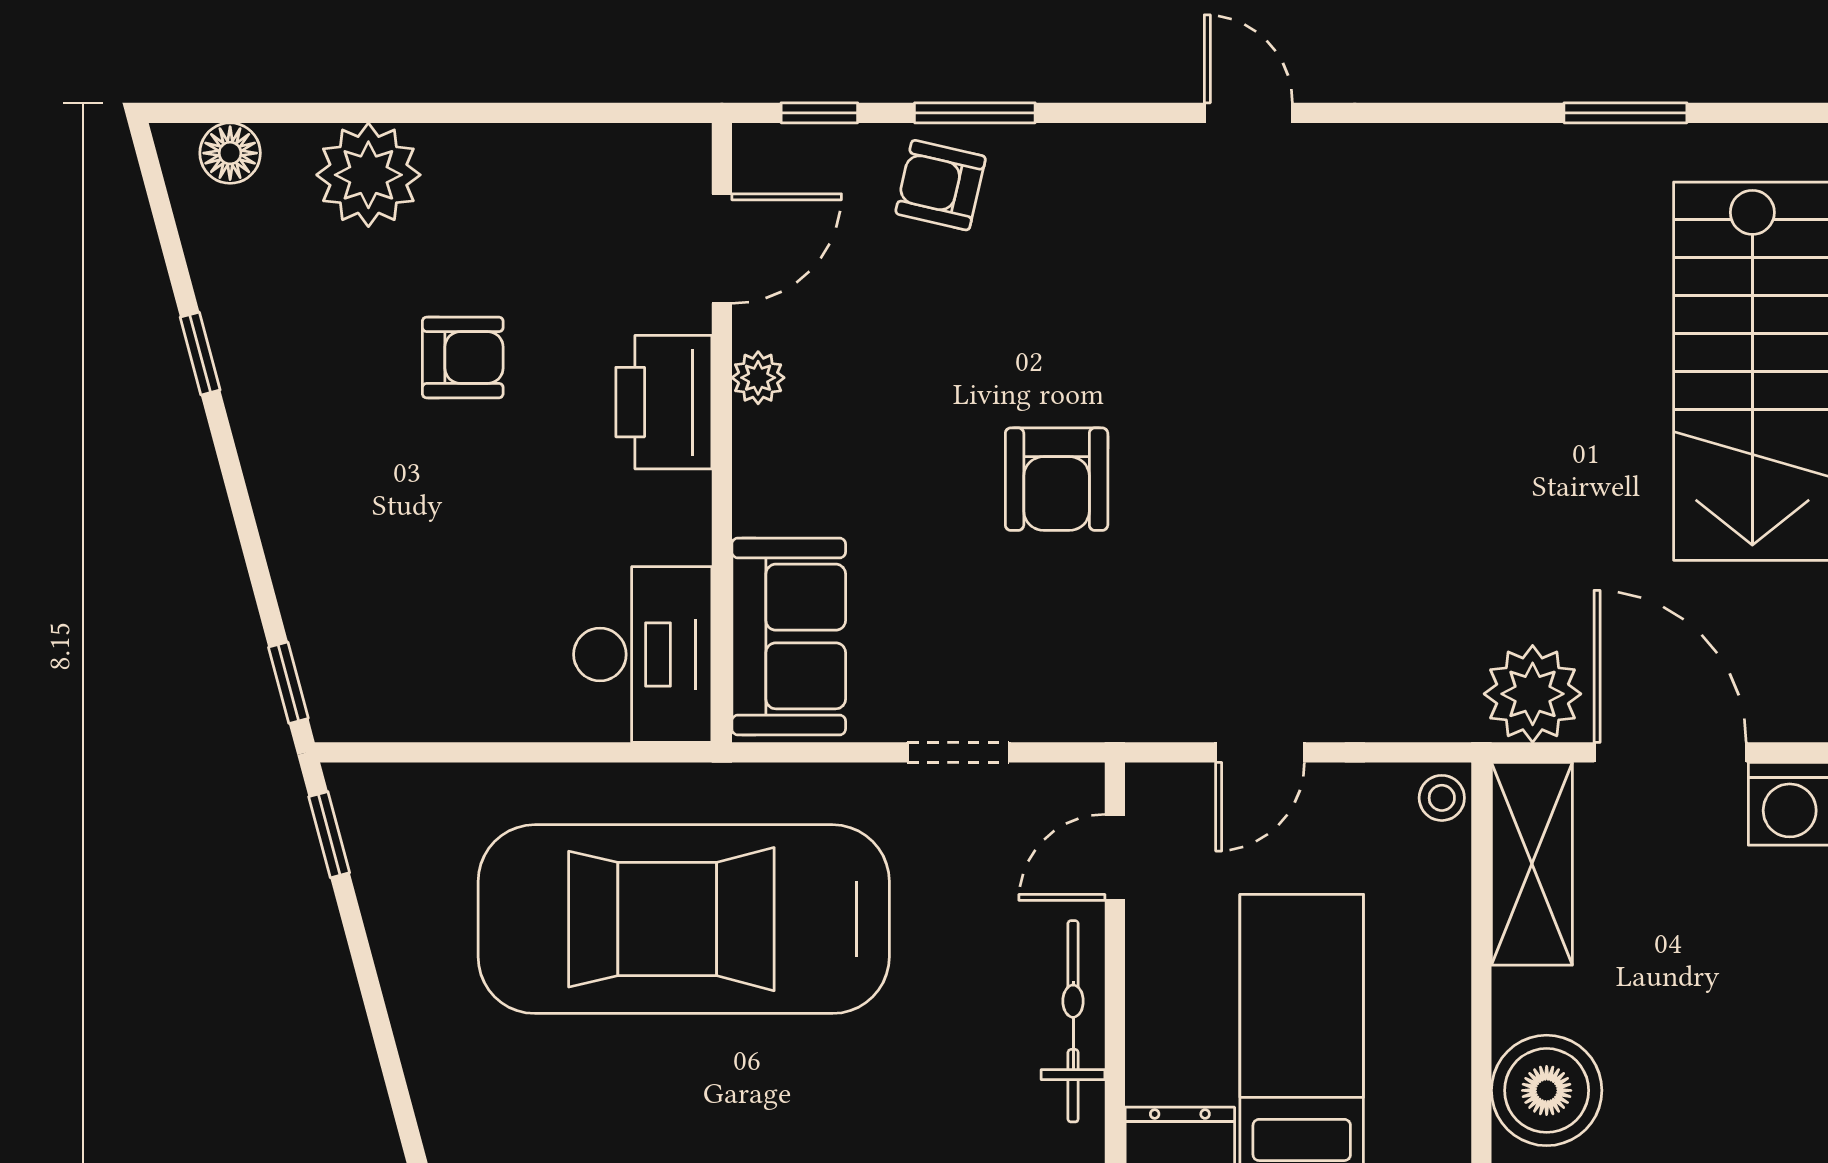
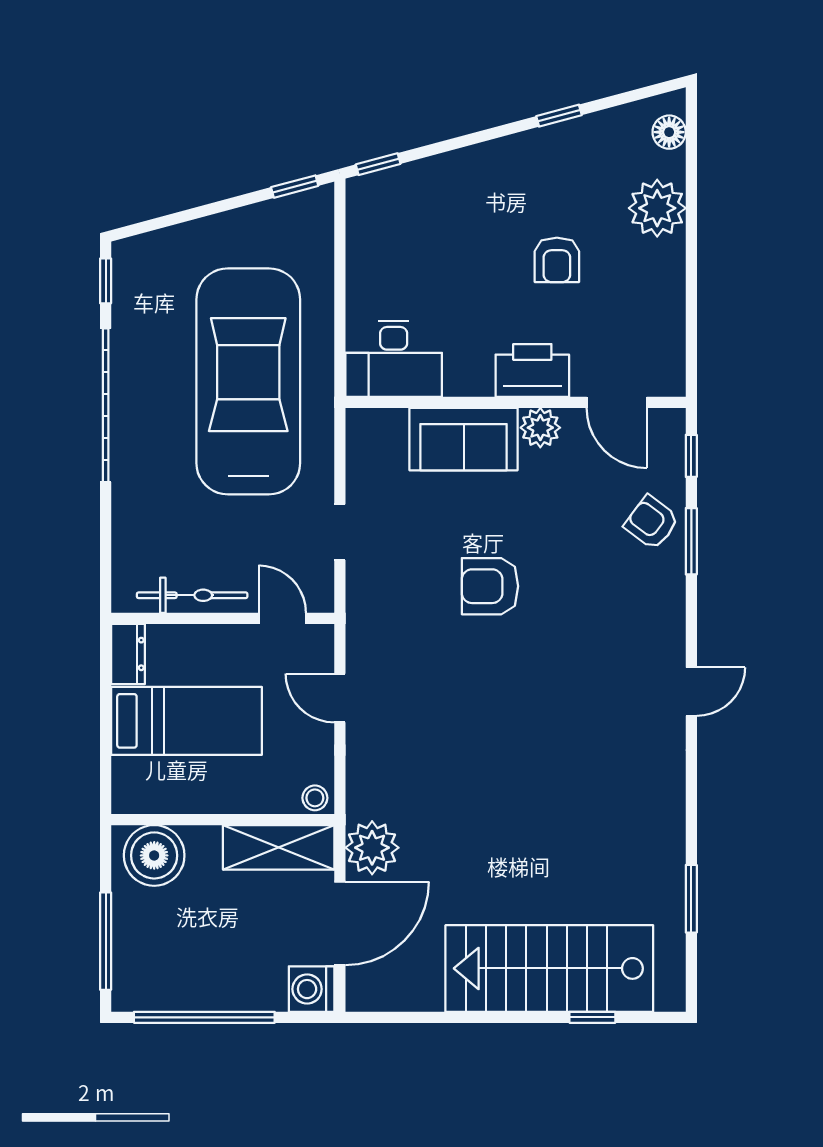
armchair: (941, 185) -> (652, 522), turned -66
plant: (758, 378) -> (540, 428), width x1.38, depth x1.38
sofa: (789, 636) -> (464, 439), moved

